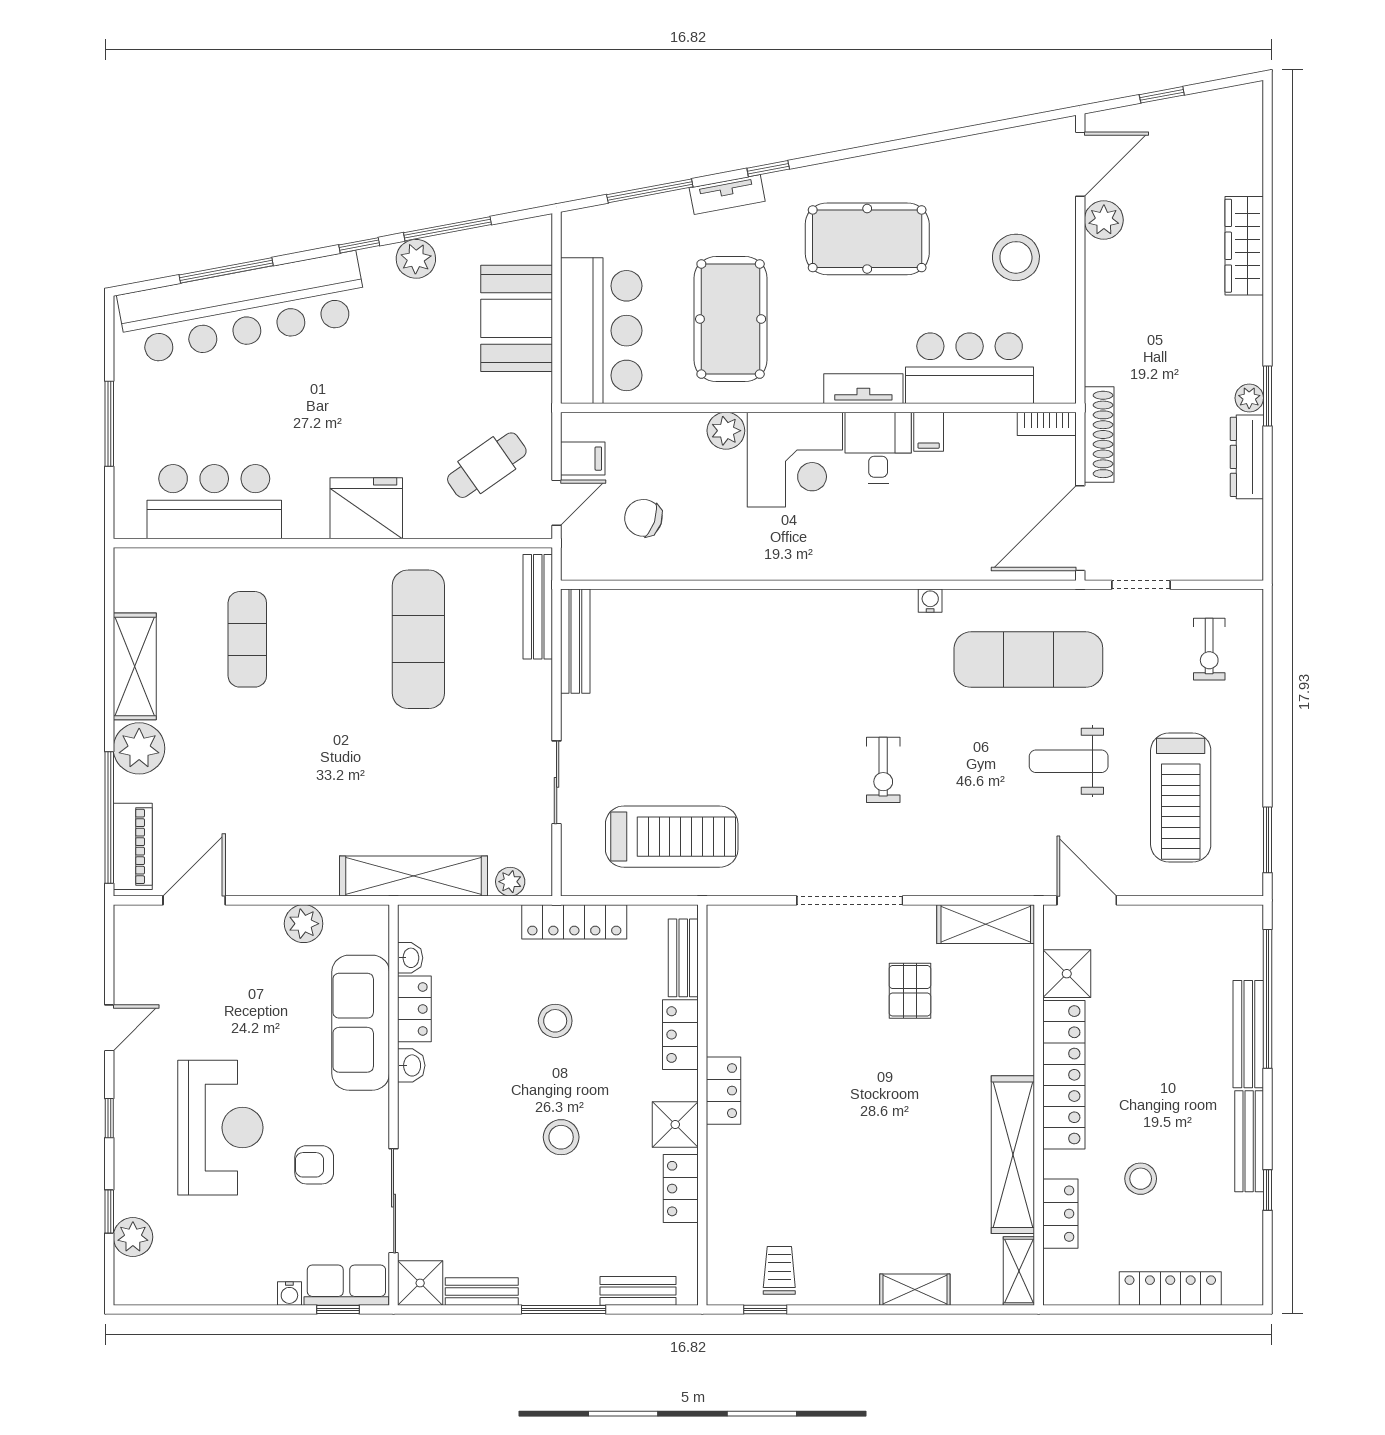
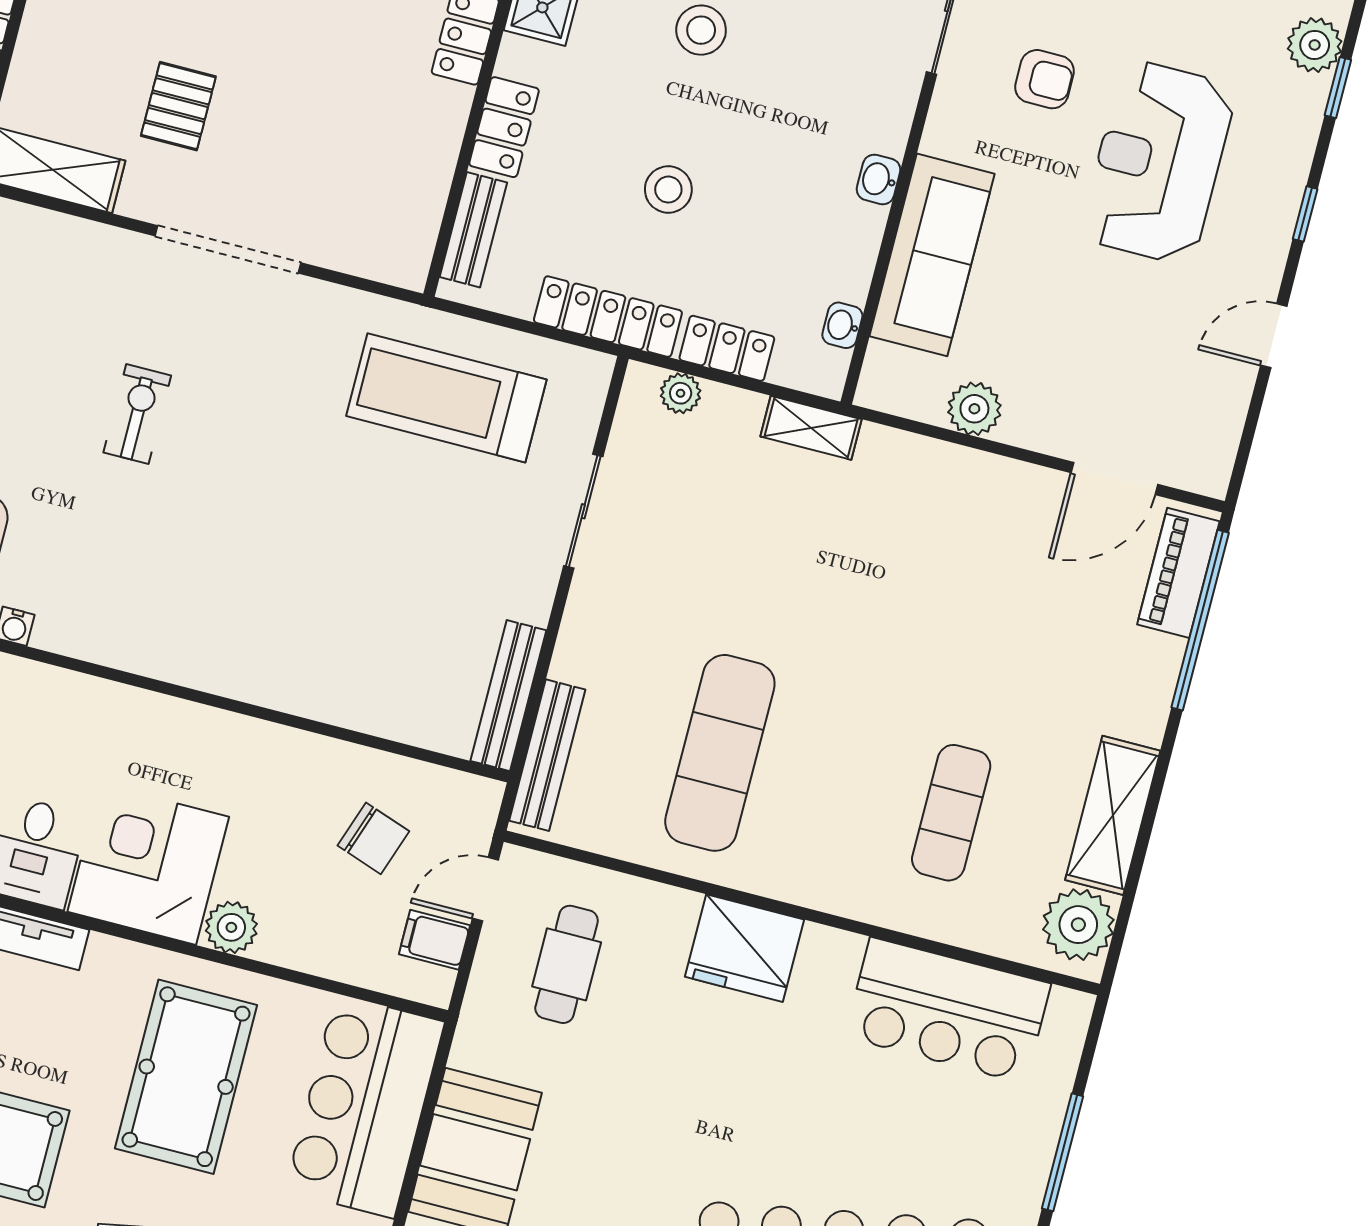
cafe table: (487, 465) -> (567, 964), turned -55
plant: (139, 748) -> (1078, 925), moved
shelving: (413, 876) -> (811, 428), width x0.45, depth x0.75
locker: (414, 1009) -> (727, 348), moved, turned 90

